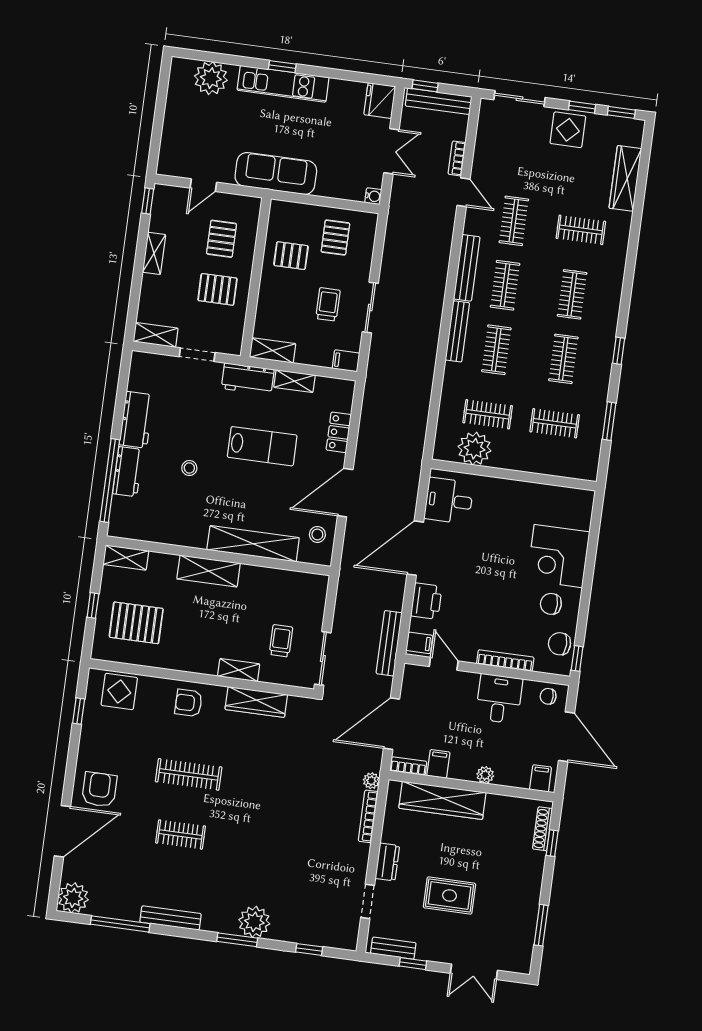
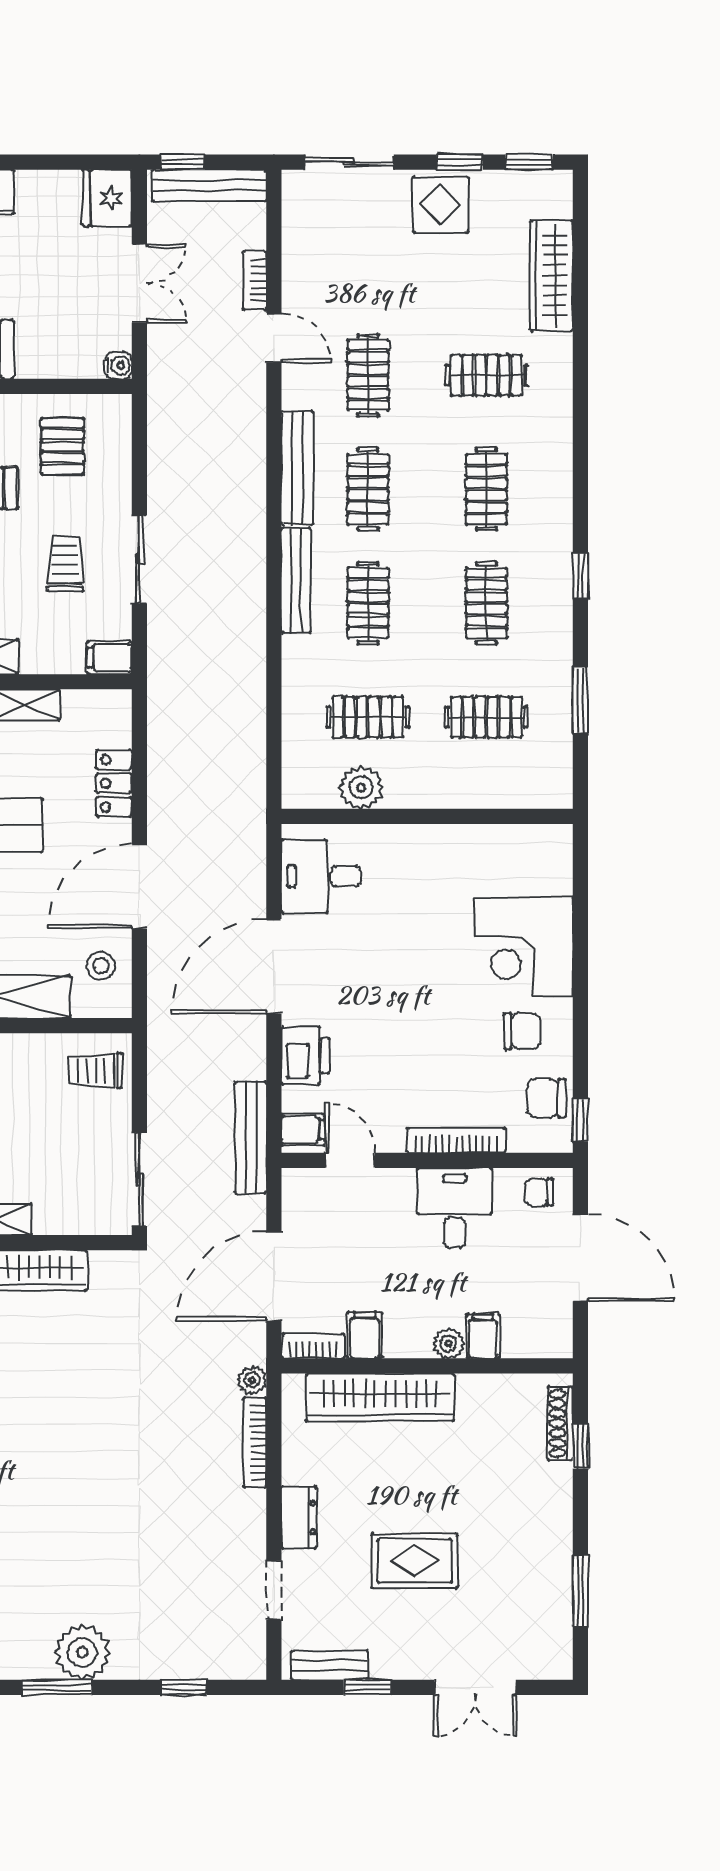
plant: (474, 449) -> (361, 787), width x0.73, depth x0.73
chair: (551, 604) -> (522, 1031), turned 180
trolley: (281, 641) -> (95, 1070), moved, turned -90
filing cabinet: (541, 778) -> (483, 1336), moved

